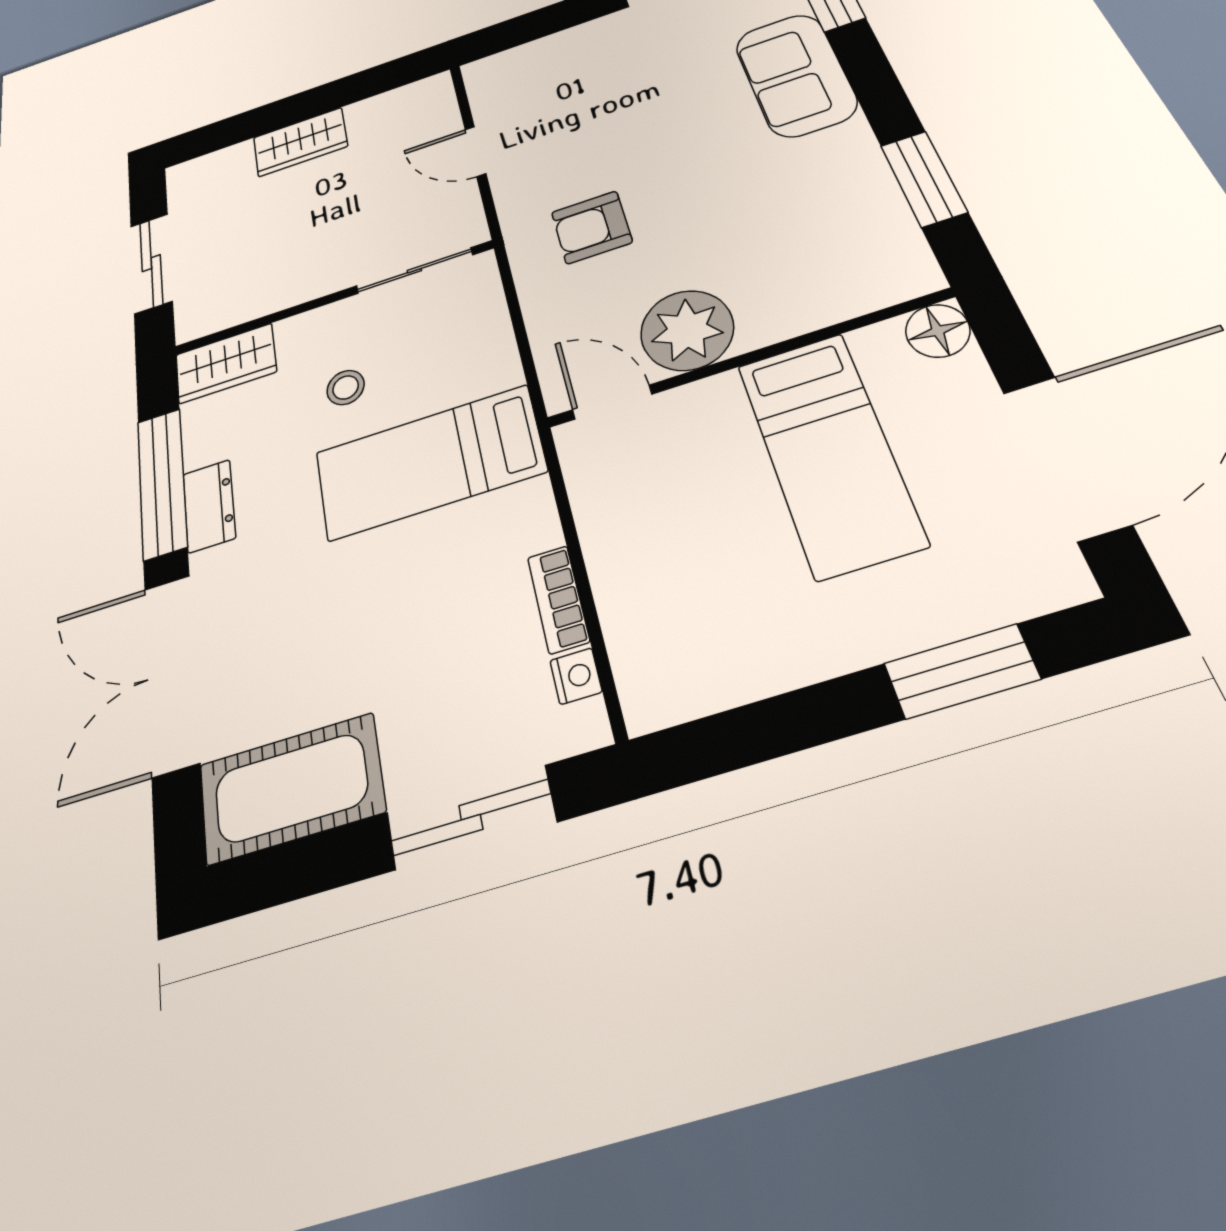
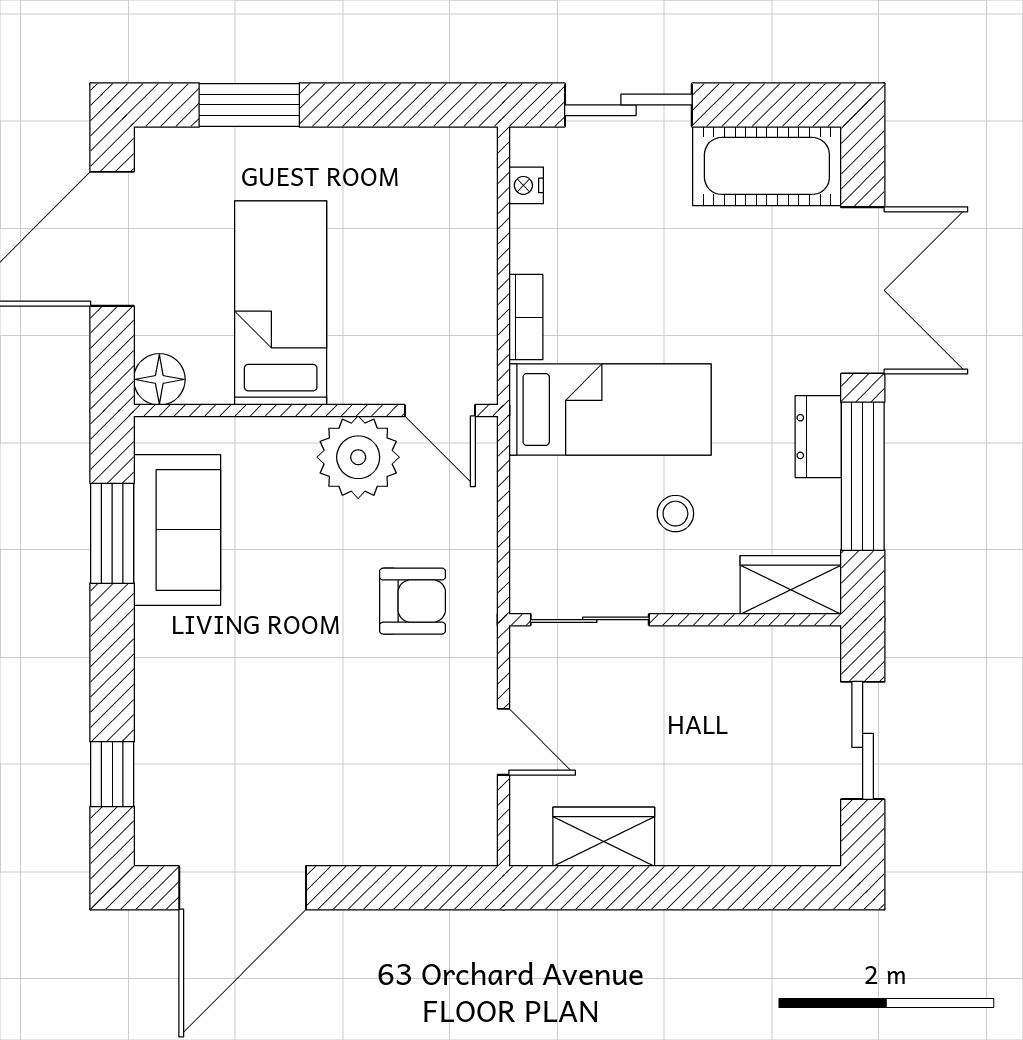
sofa: (796, 75) -> (177, 530), moved
wardrobe: (300, 142) -> (604, 837), moved
bookcase: (558, 599) -> (526, 317), moved

